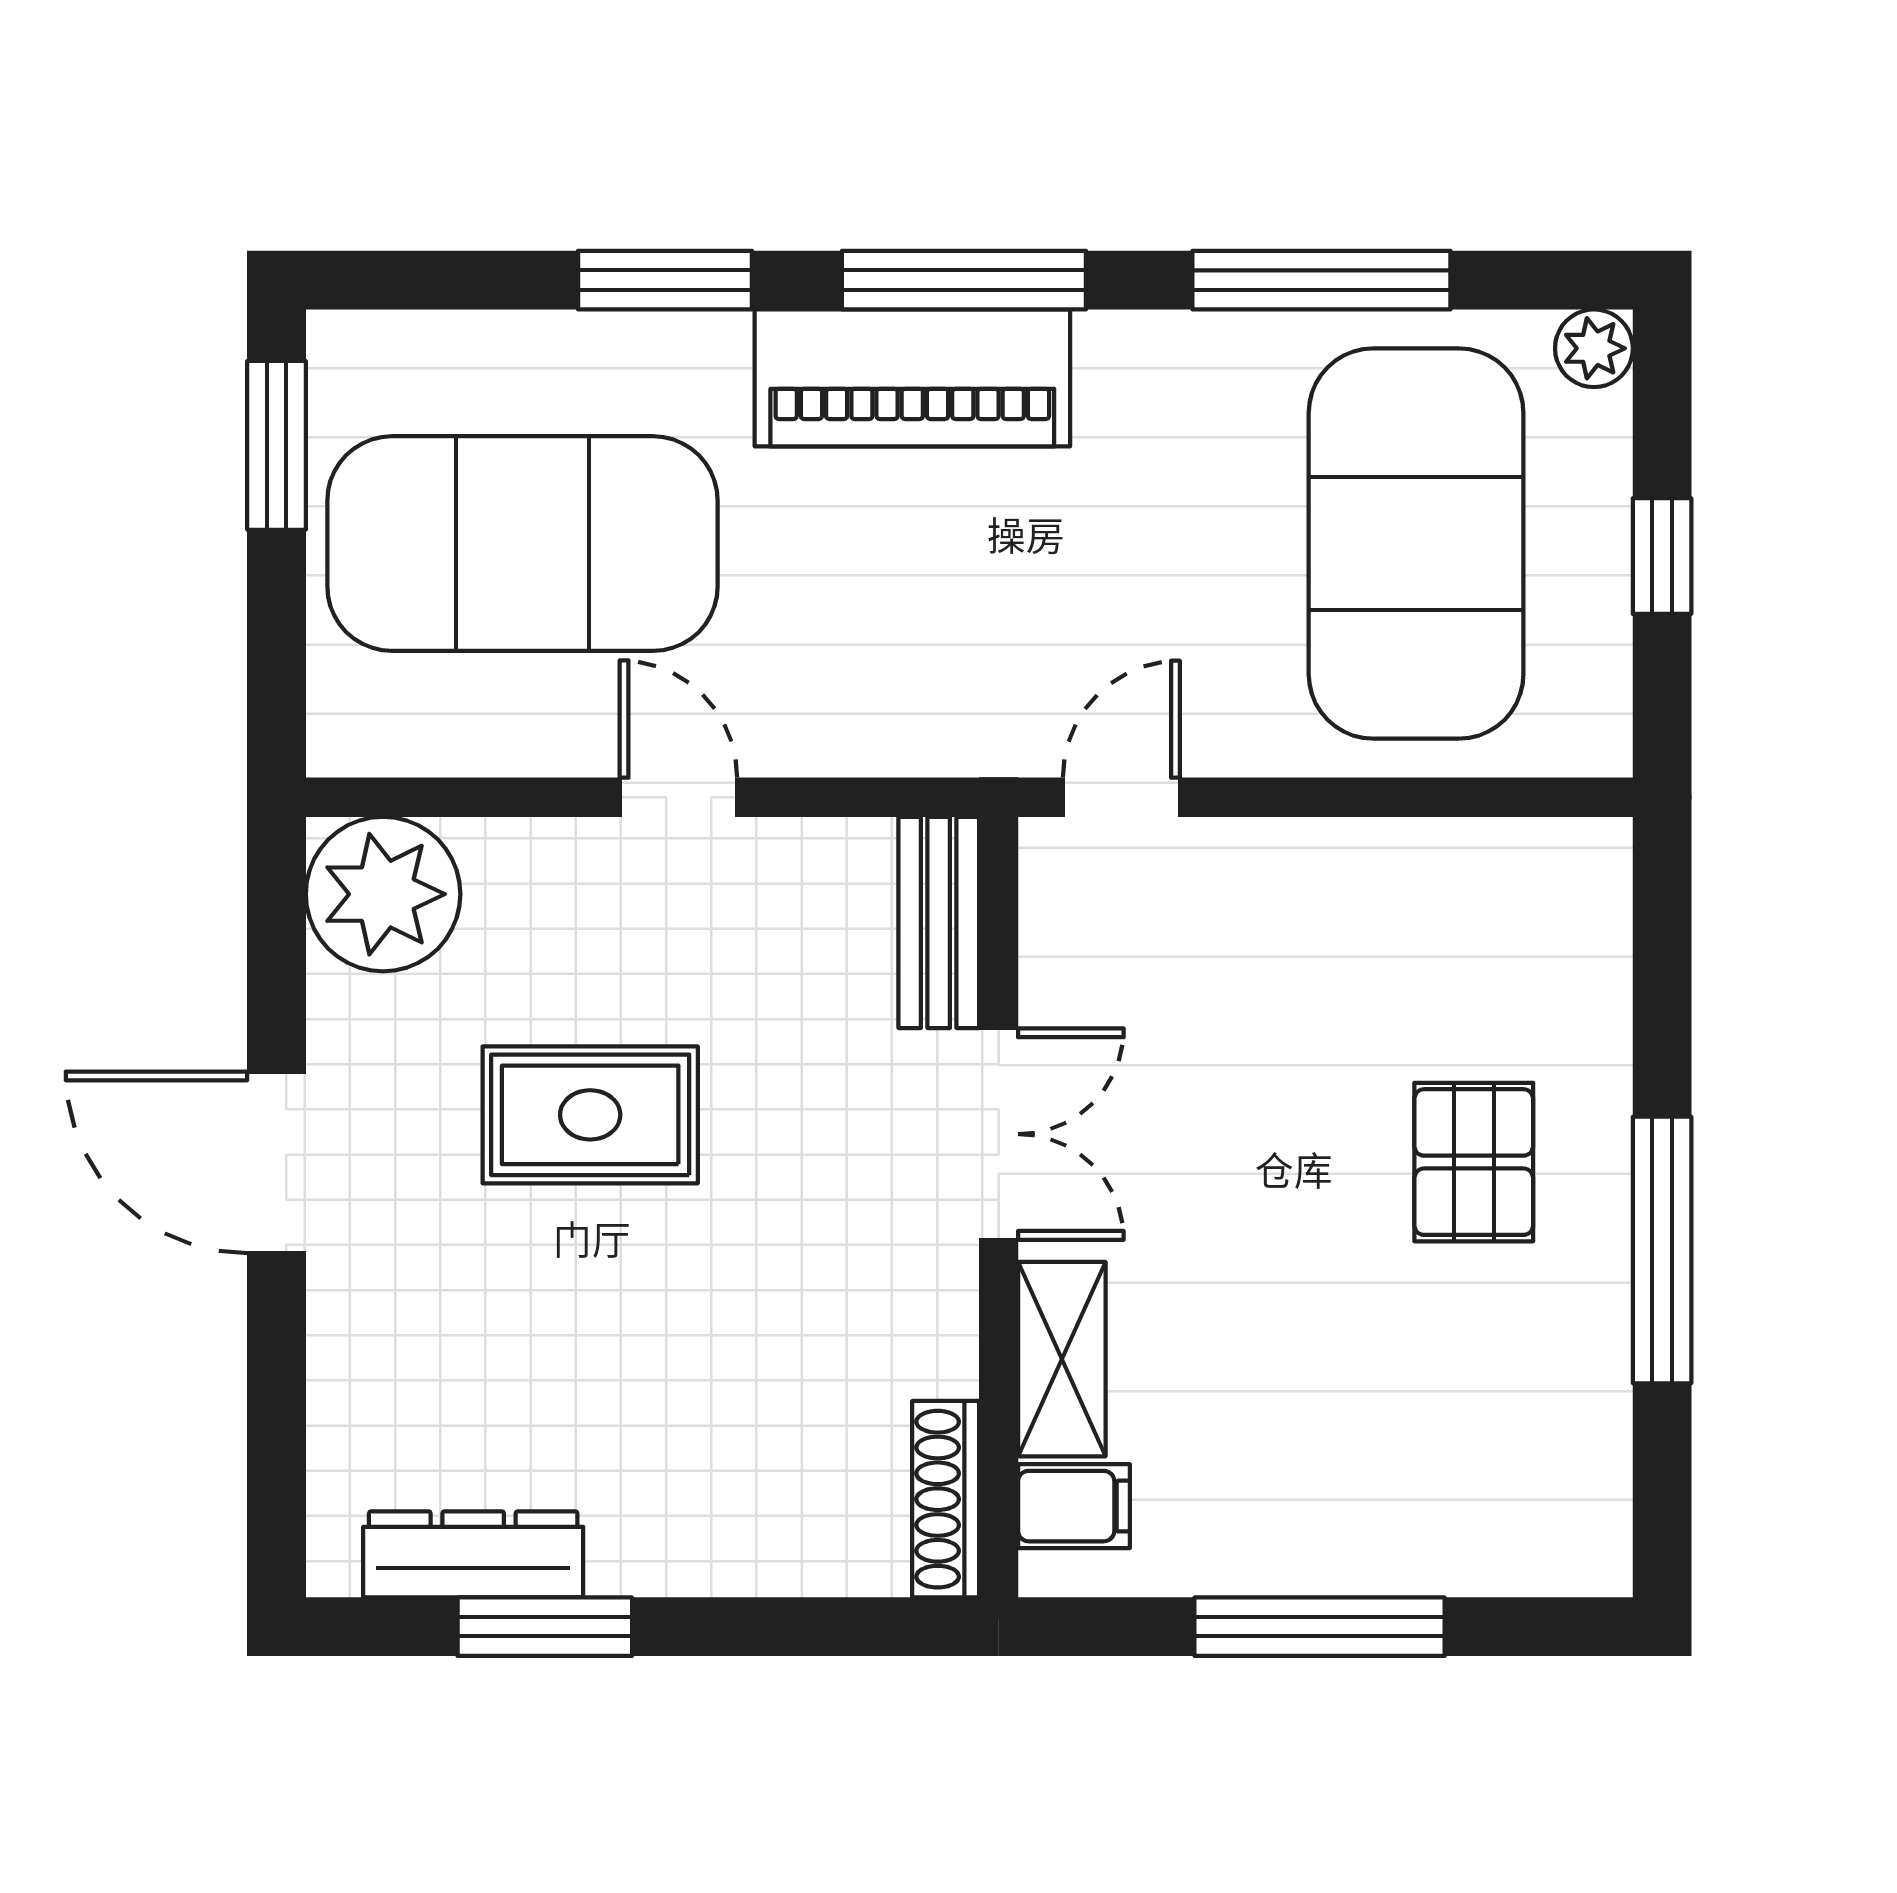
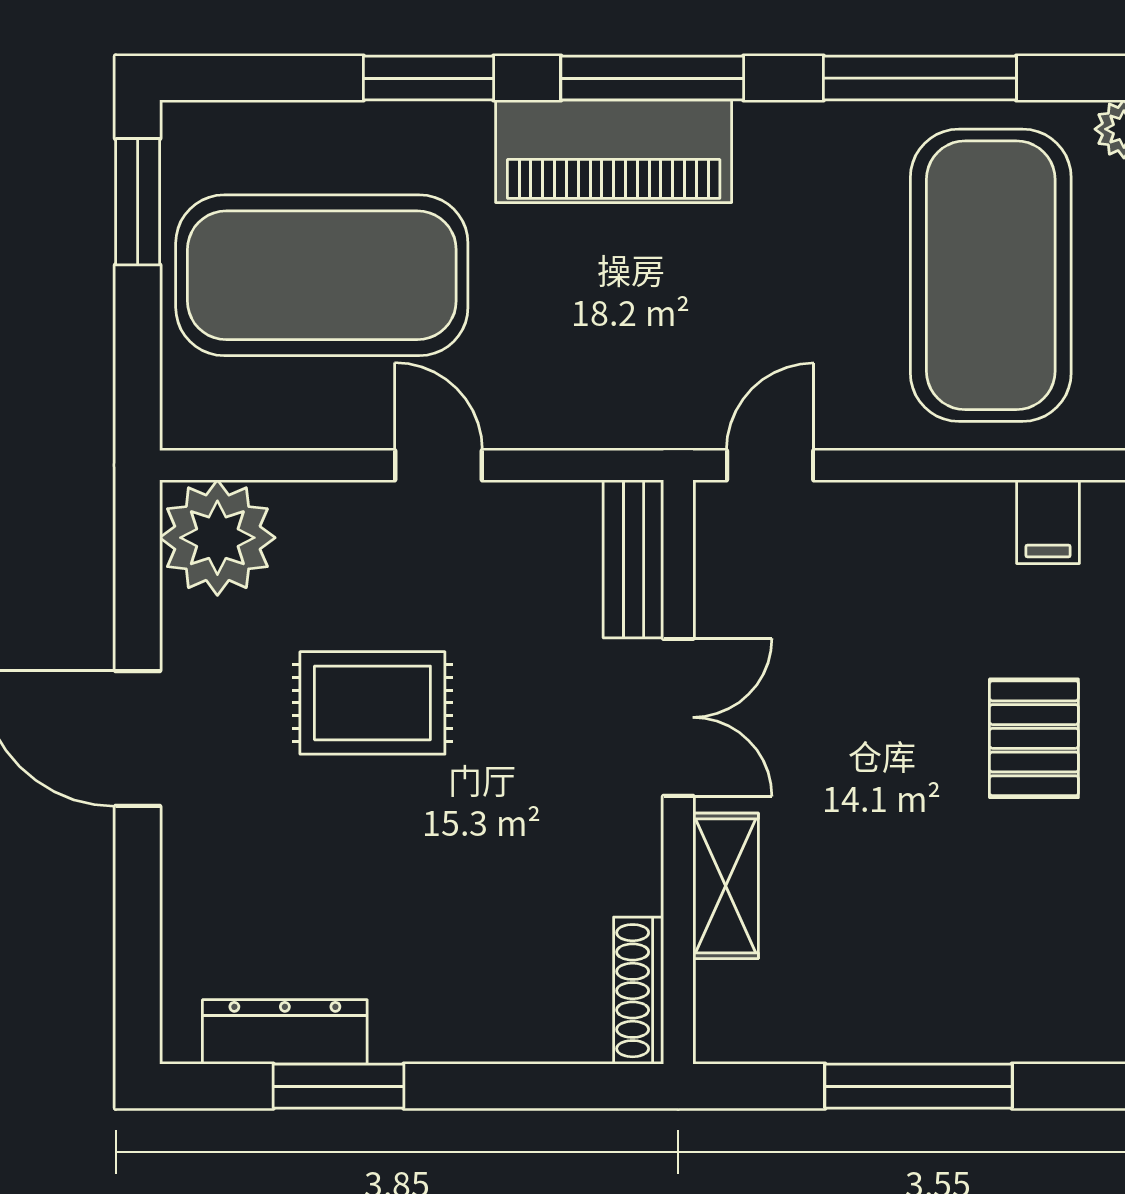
filing cabinet: (1074, 1506) -> (1048, 522), moved, turned 90

